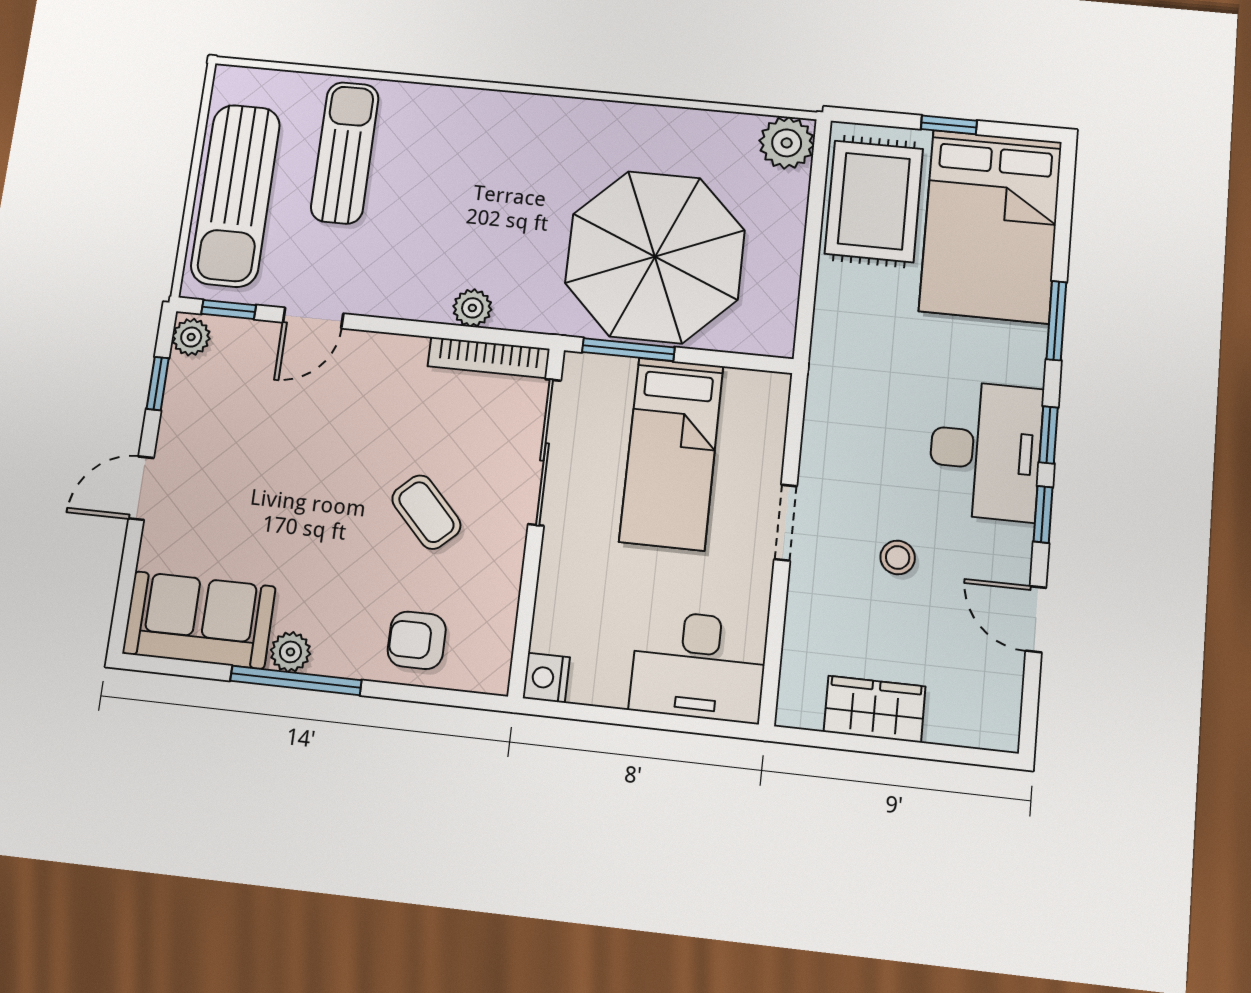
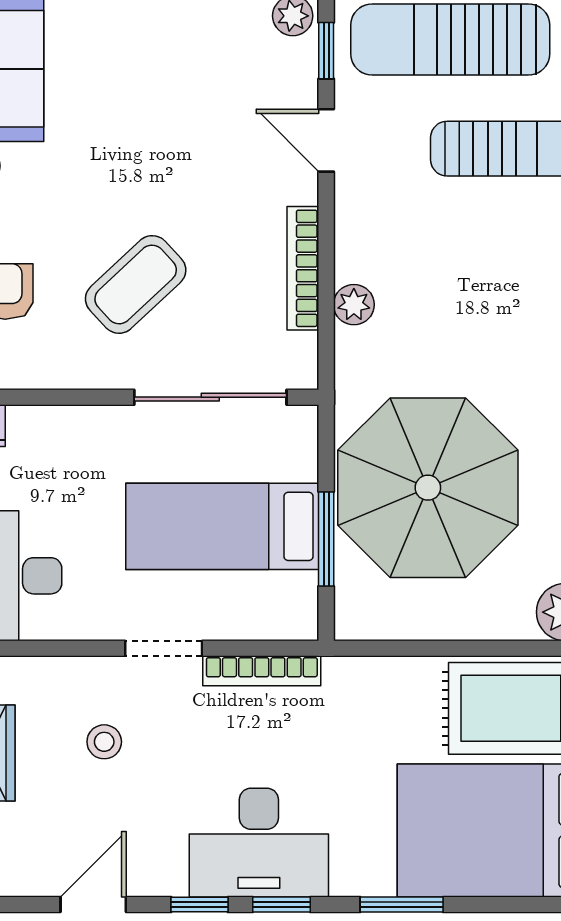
window: (628, 350) -> (326, 539), moved
bookcase: (489, 358) -> (303, 268), moved
bookcase: (816, 430) -> (262, 671), added
coffee table: (426, 512) -> (136, 284), width x1.36, depth x1.30
stool: (898, 557) -> (104, 742), moved

